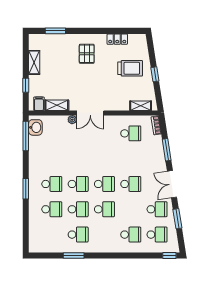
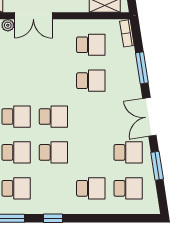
school desk: (131, 184) -> (91, 81), moved
window: (169, 256) -> (53, 218), moved

